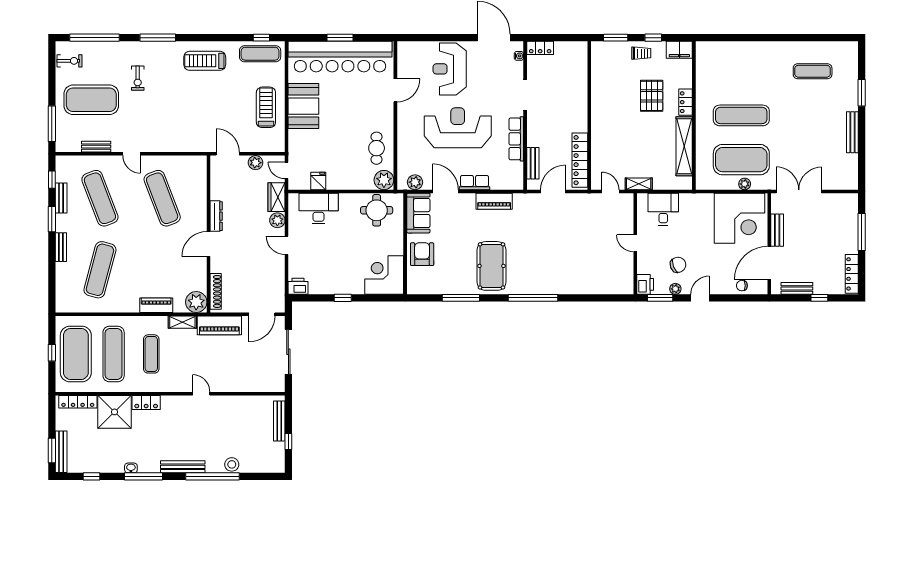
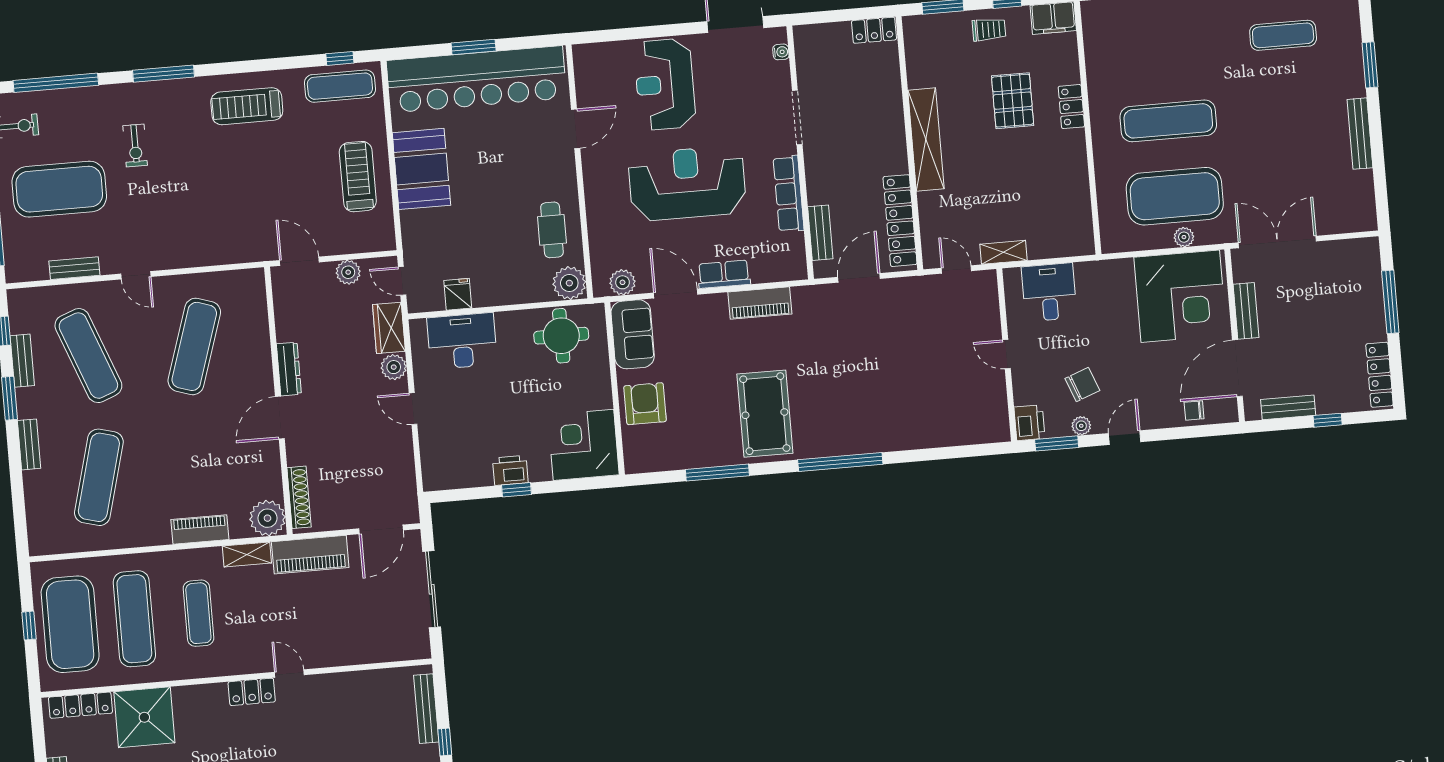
locker: (540, 48) -> (874, 30), moved
shelving: (684, 146) -> (926, 139), moved
exercise mat: (162, 198) -> (194, 346), turned 39
printer: (298, 286) -> (510, 470), moved
locker: (146, 402) -> (252, 692), moved

